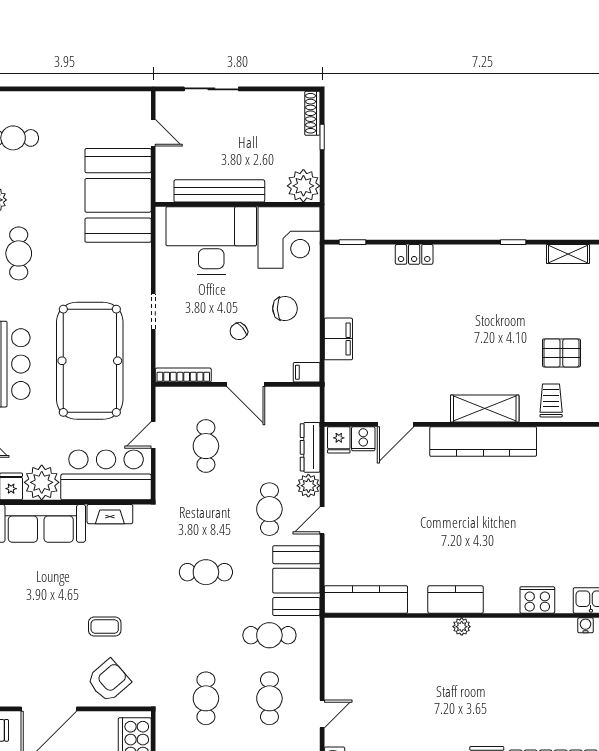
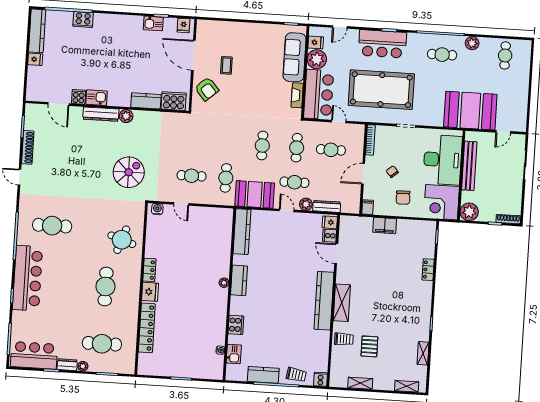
coffee table: (105, 627) -> (226, 65), moved
cafe table: (206, 698) -> (297, 148), moved, turned 90

